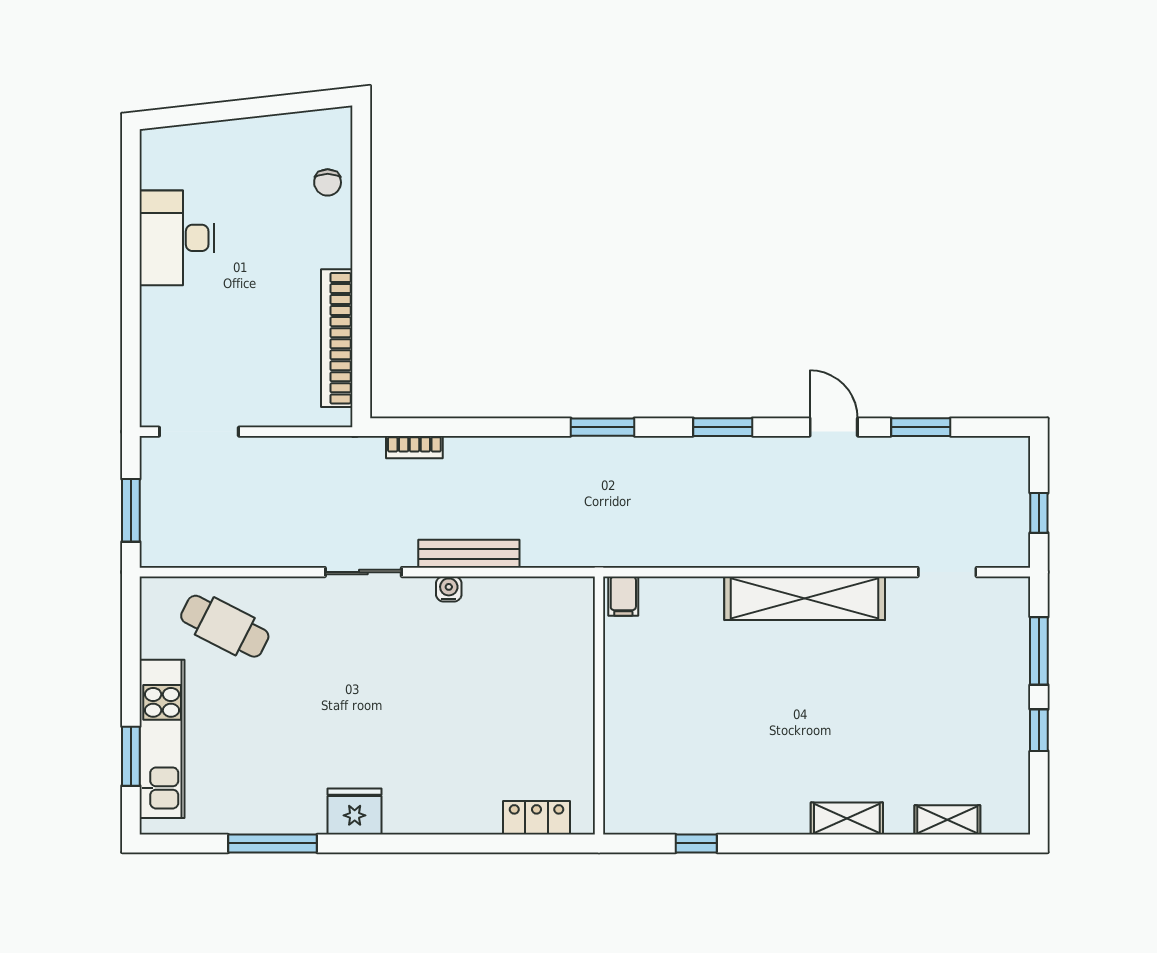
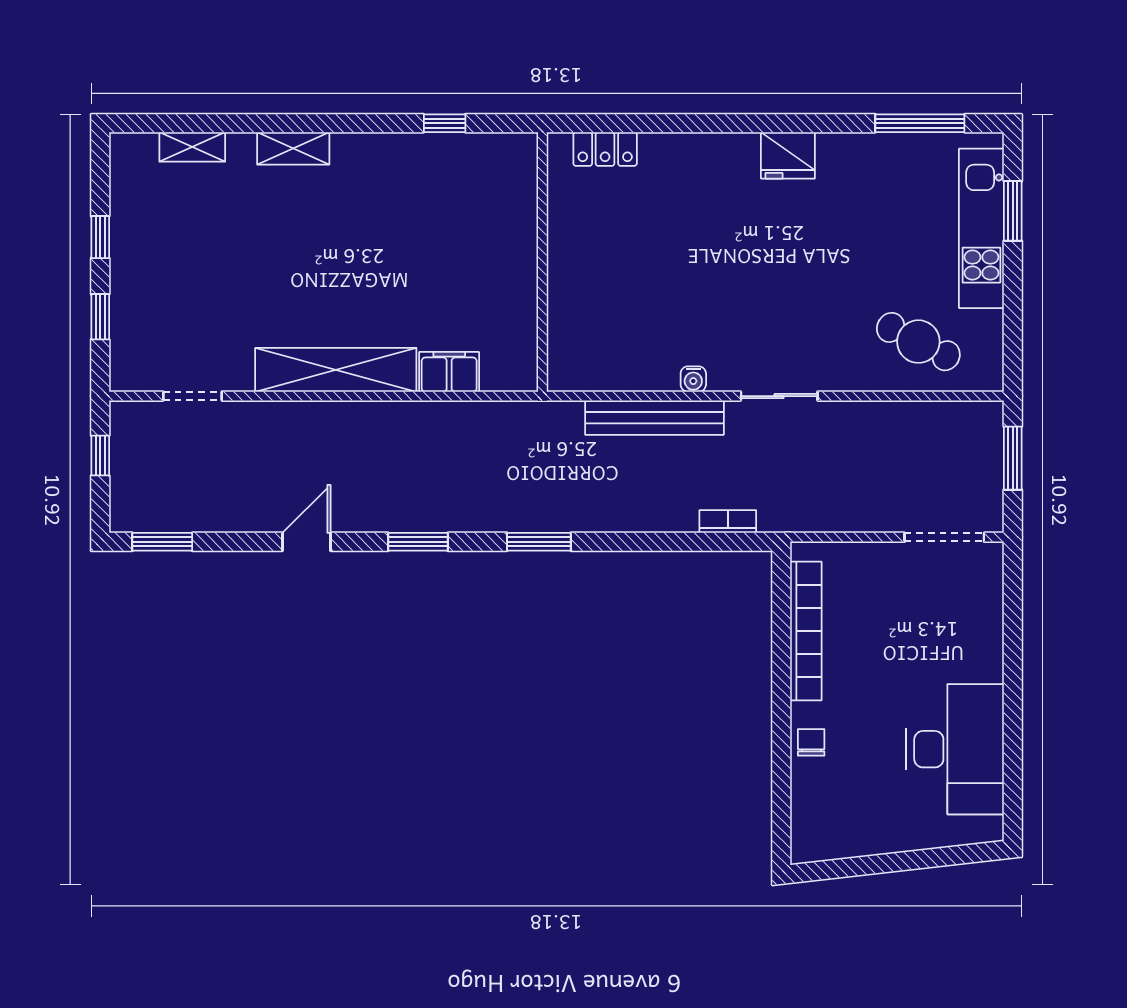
chair: (328, 182) -> (811, 742), moved
desk: (177, 238) -> (955, 749), width x1.36, depth x1.30
door: (834, 427) -> (306, 542), swing flipped
window: (921, 427) -> (162, 542), moved
bench: (469, 554) -> (654, 418), width x1.37, depth x1.21
filing cabinet: (623, 596) -> (449, 372), moved, width x2.00
window: (1039, 651) -> (100, 317), width x0.67
window: (273, 843) -> (920, 123), moved

